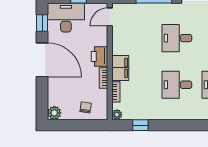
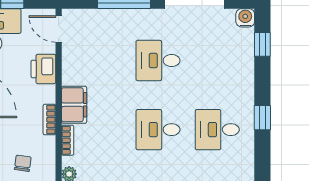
door: (110, 17) -> (59, 29), hinge flipped
printer: (100, 56) -> (43, 69), moved

